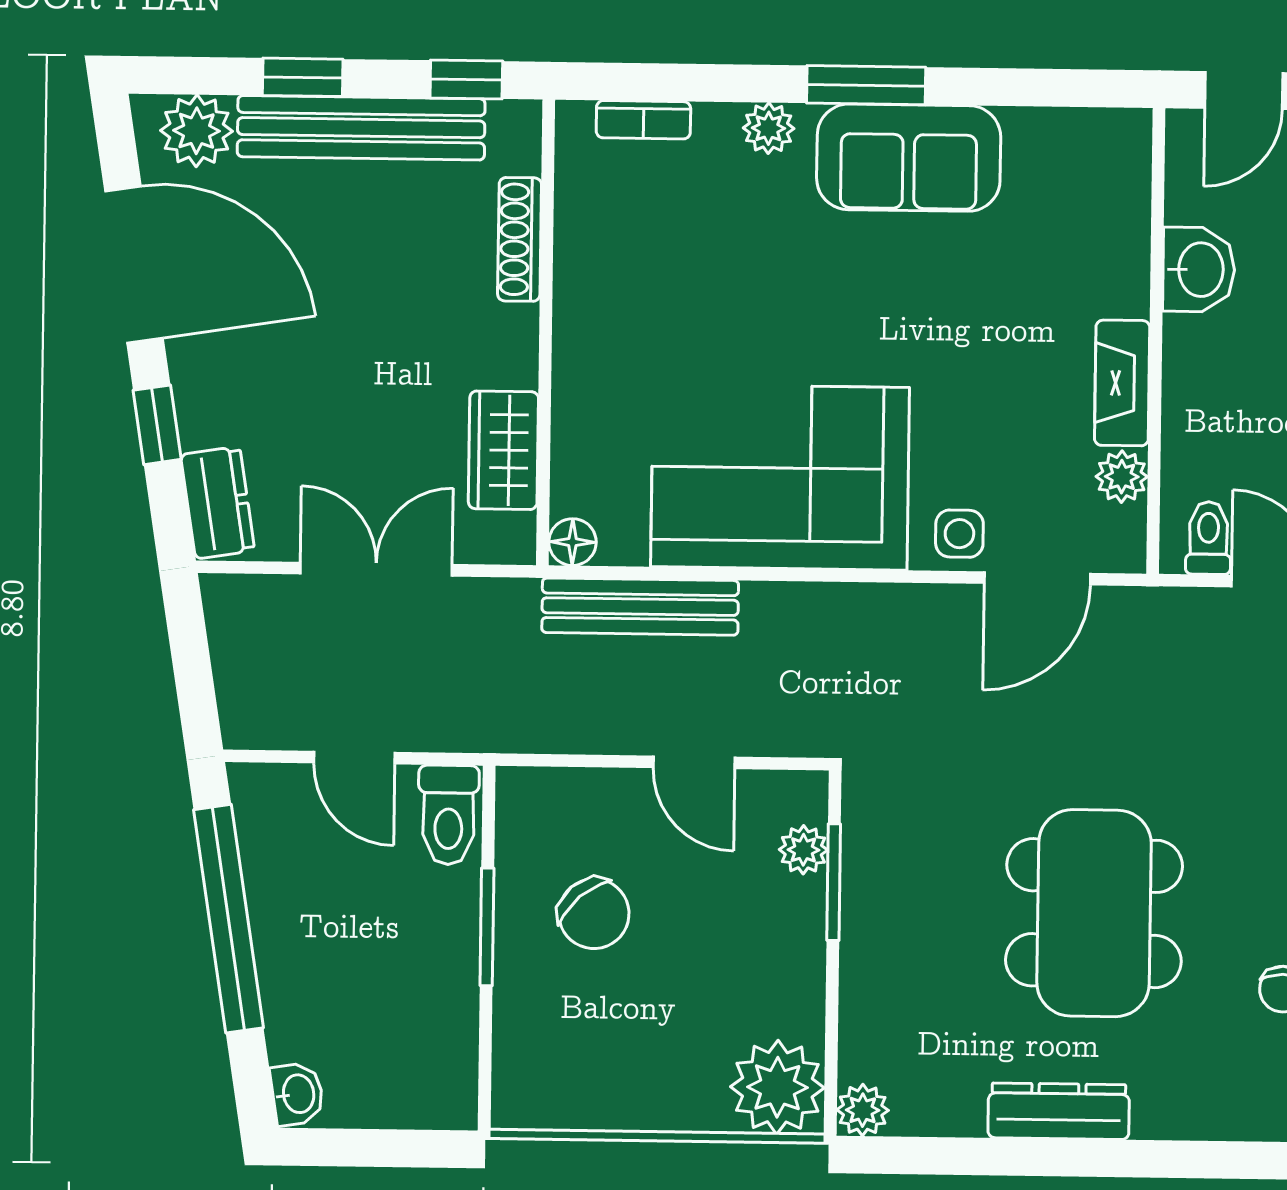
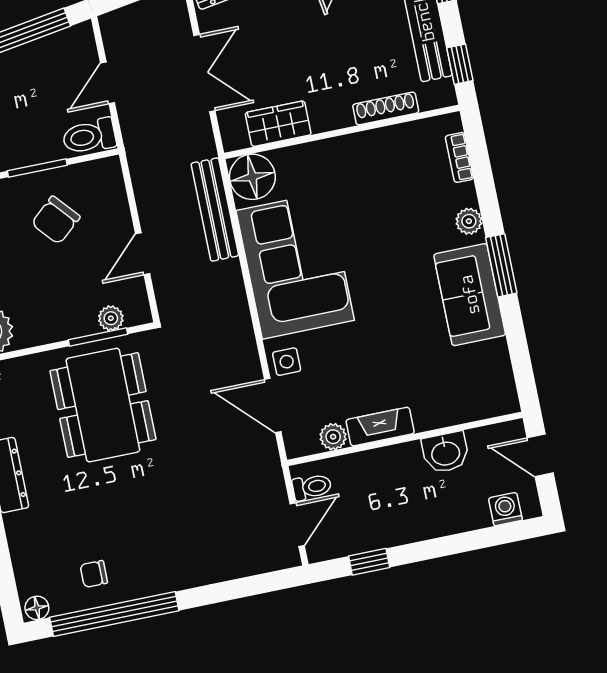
floor lamp: (572, 542) -> (252, 177), width x1.89, depth x1.89
dining table: (1094, 913) -> (103, 405), moved, turned 90

